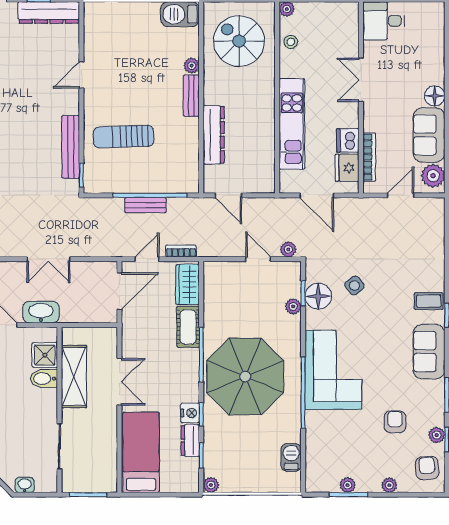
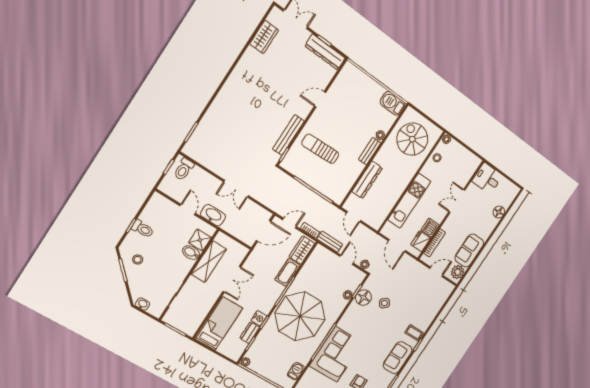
floor lamp: (435, 96) -> (499, 212), moved
bench: (146, 205) -> (330, 242), moved
corner sofa: (333, 370) -> (336, 354), moved

